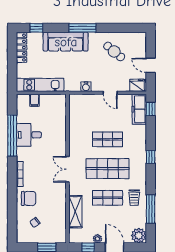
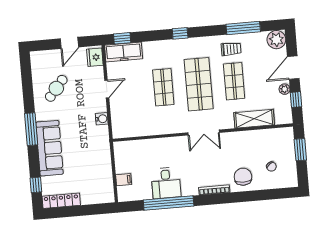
kitchen unit: (40, 85) -> (104, 175), removed

